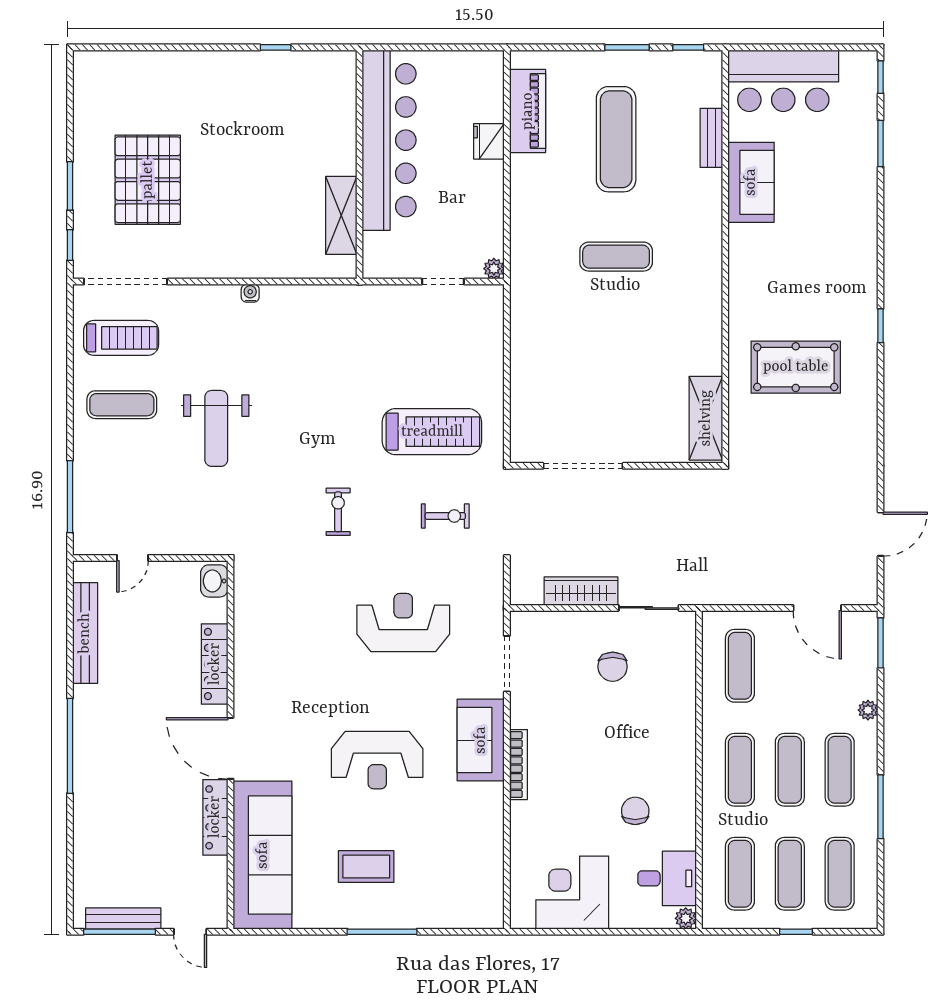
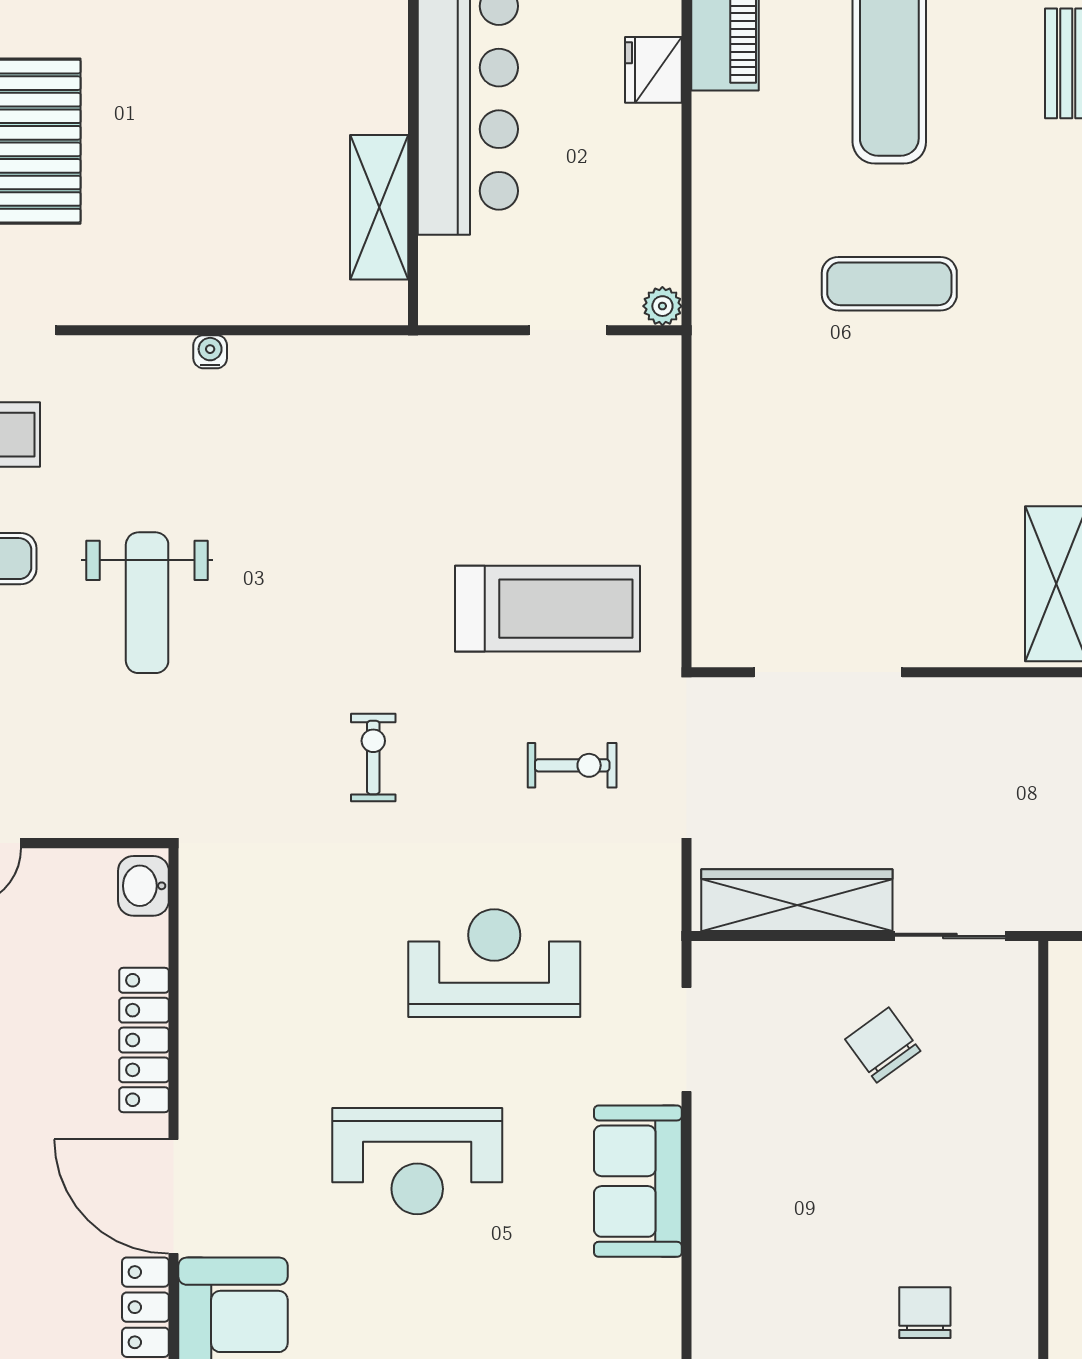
wardrobe: (581, 591) -> (797, 900), width x1.40, depth x1.17
chair: (613, 667) -> (883, 1045), turned 144
reception desk: (377, 760) -> (417, 1161), moved
bookcase: (518, 765) -> (708, 1227), removed

